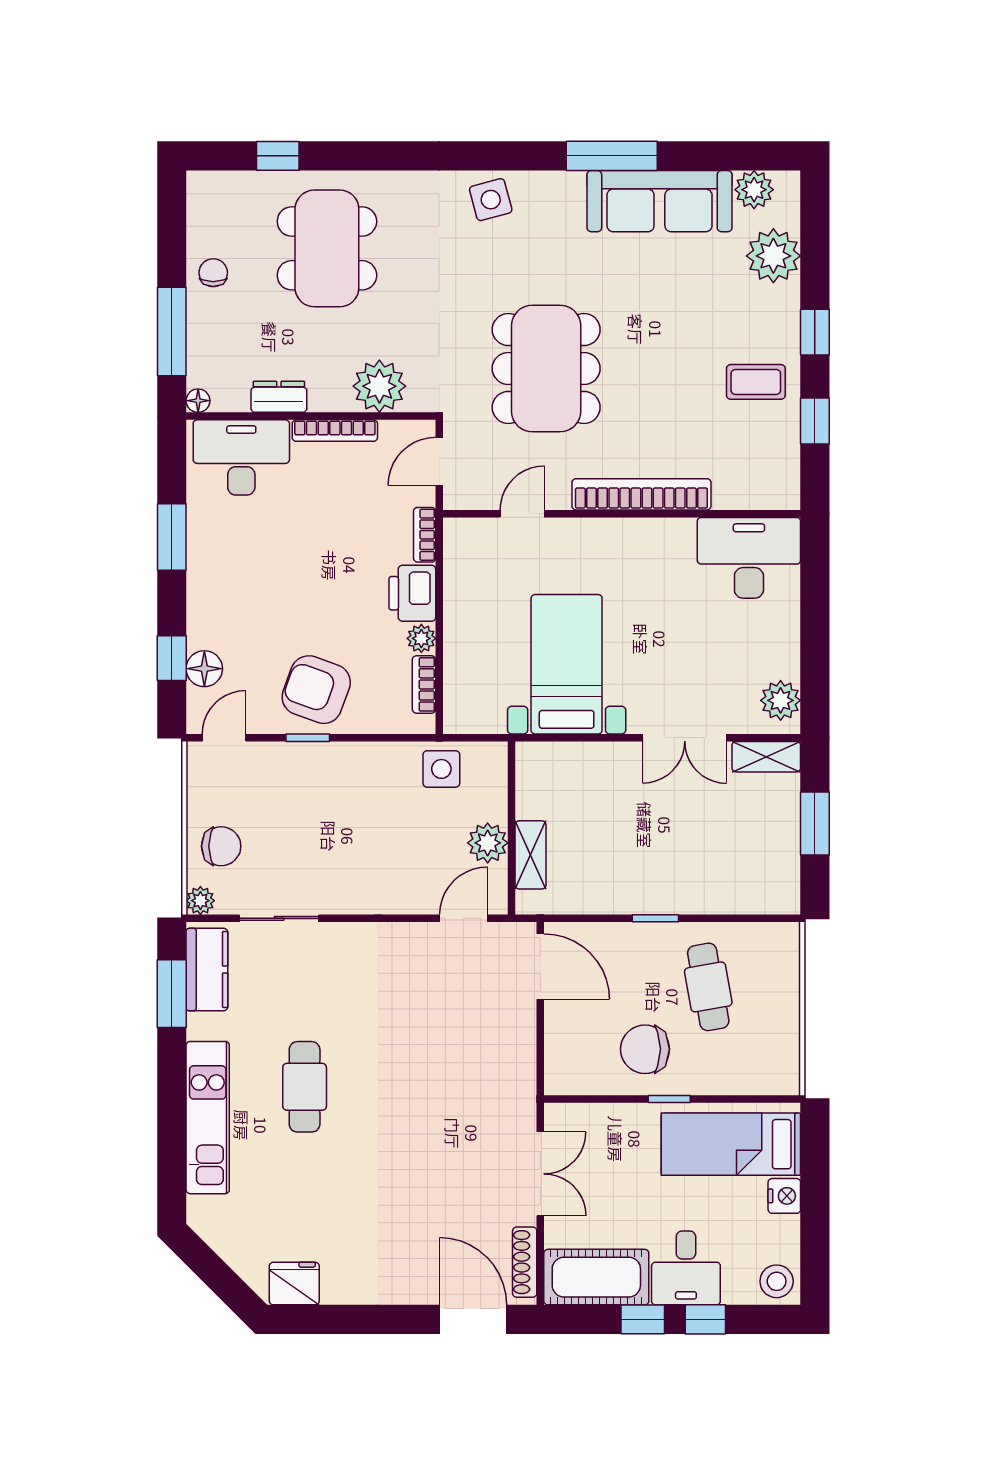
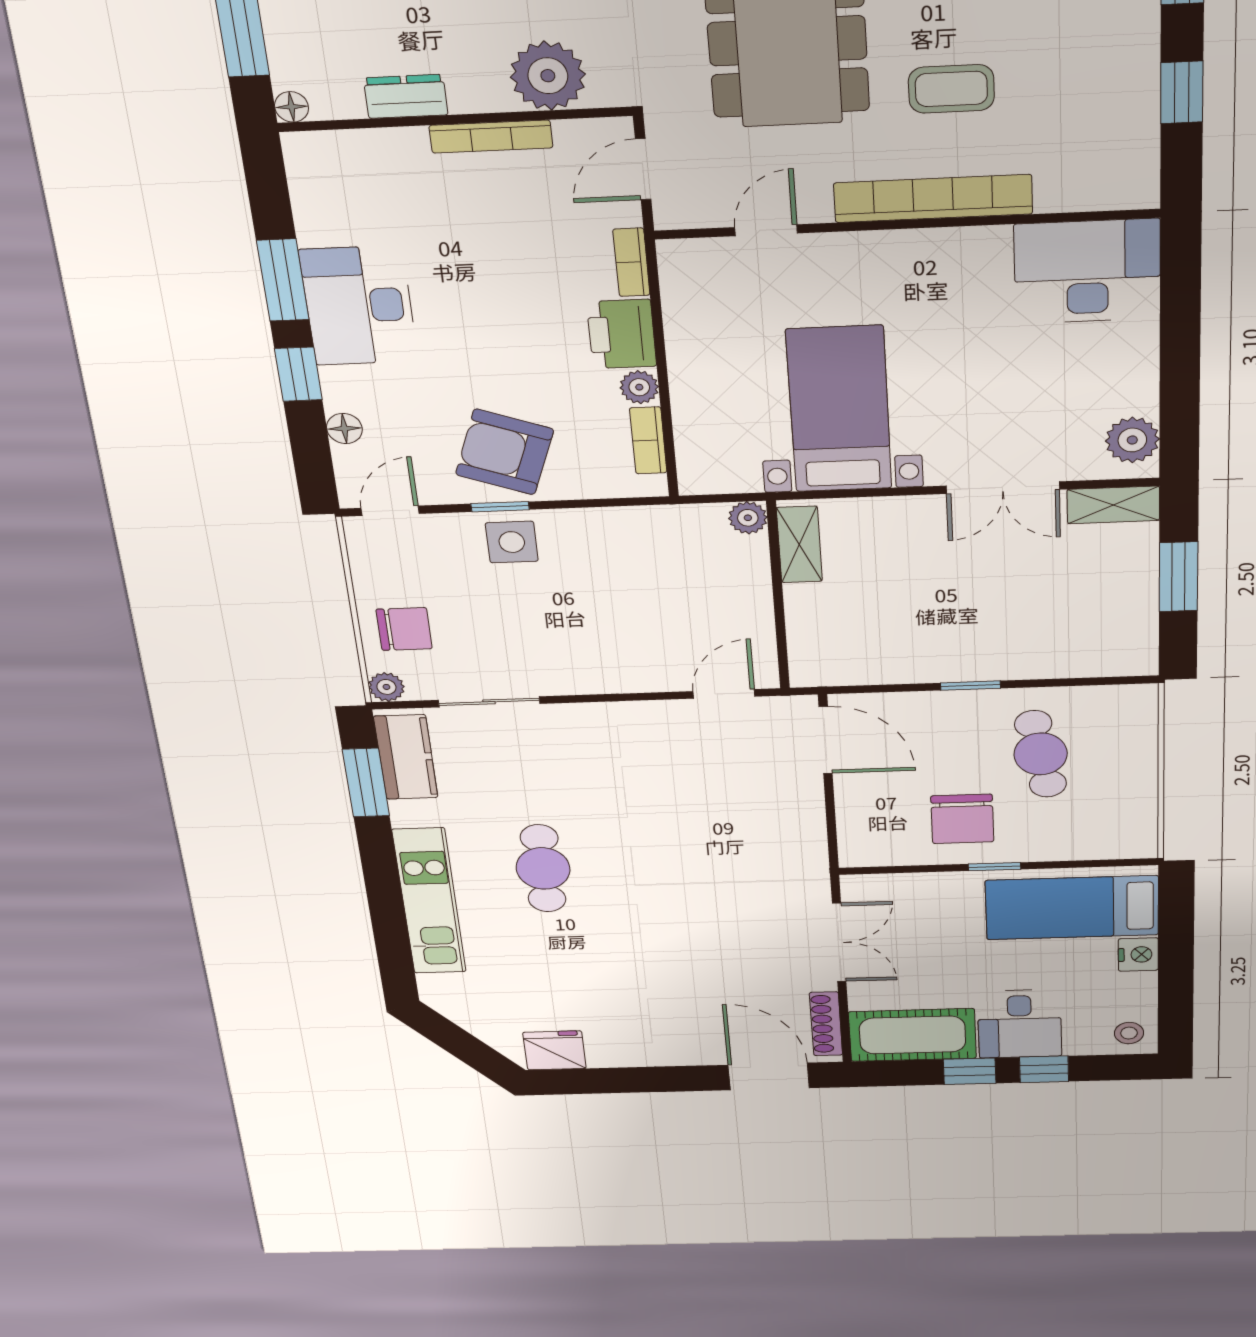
coffee table: (756, 382) -> (951, 89), moved
desk: (241, 457) -> (359, 306), moved, turned -90
window: (172, 658) -> (298, 374), moved
floor lamp: (204, 669) -> (344, 428), width x0.73, depth x0.73
side table: (441, 769) -> (512, 542), moved
plant: (488, 843) -> (748, 518), moved, width x0.73, depth x0.73
shelving: (530, 855) -> (799, 545), moved
chair: (645, 1049) -> (962, 819), turned -90
stool: (777, 1281) -> (1129, 1033), width x0.73, depth x0.73

